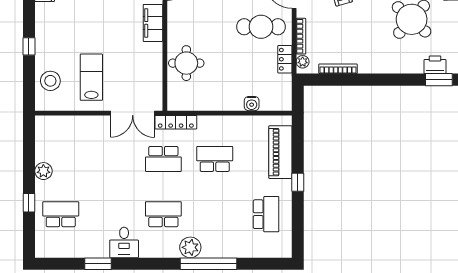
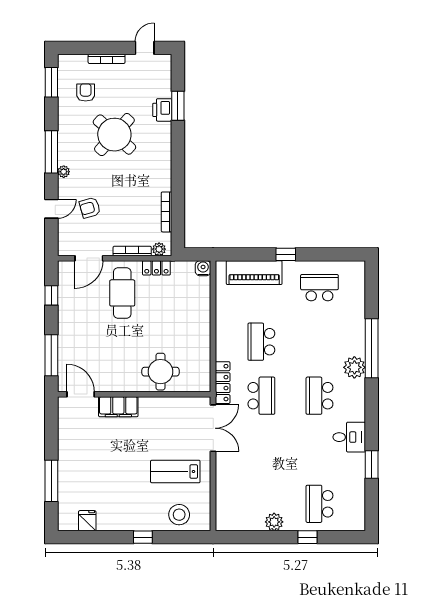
water cooler: (252, 104) -> (203, 268), moved, turned -90

